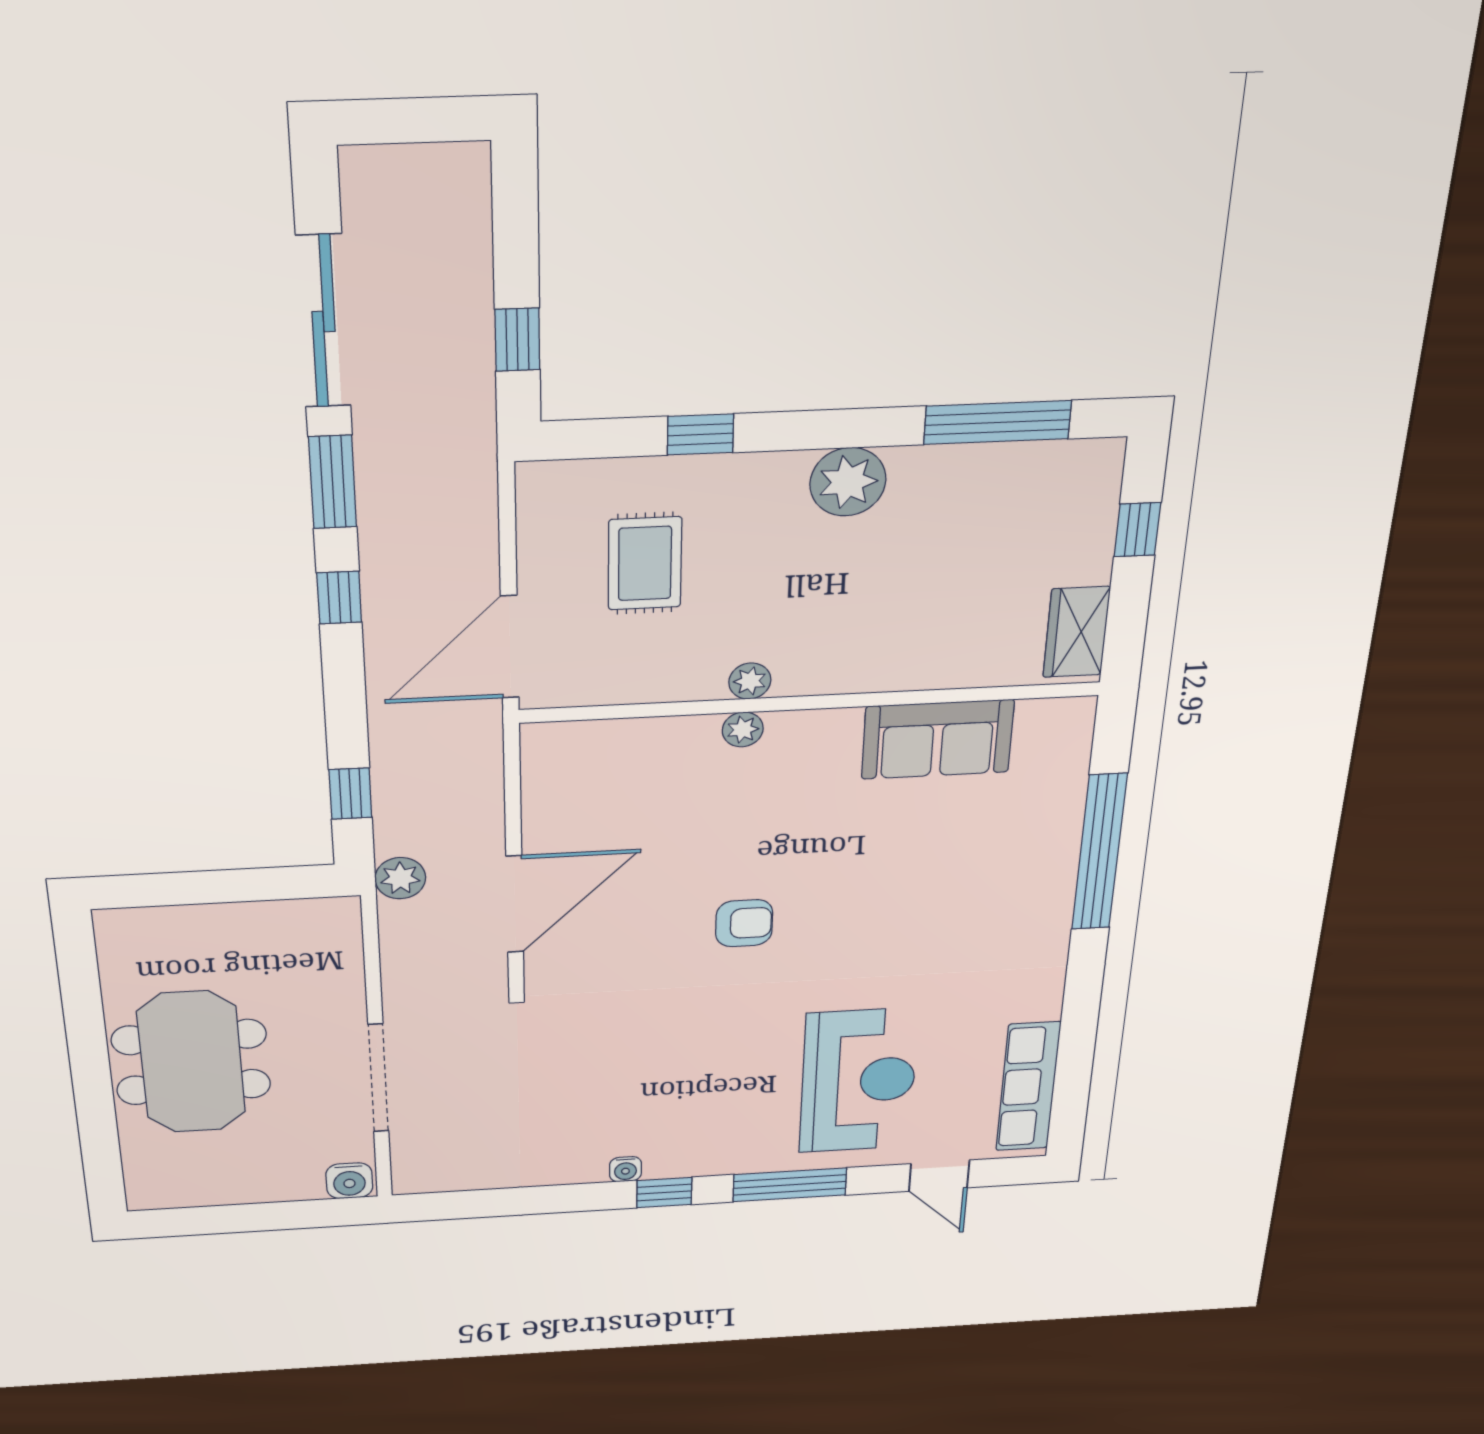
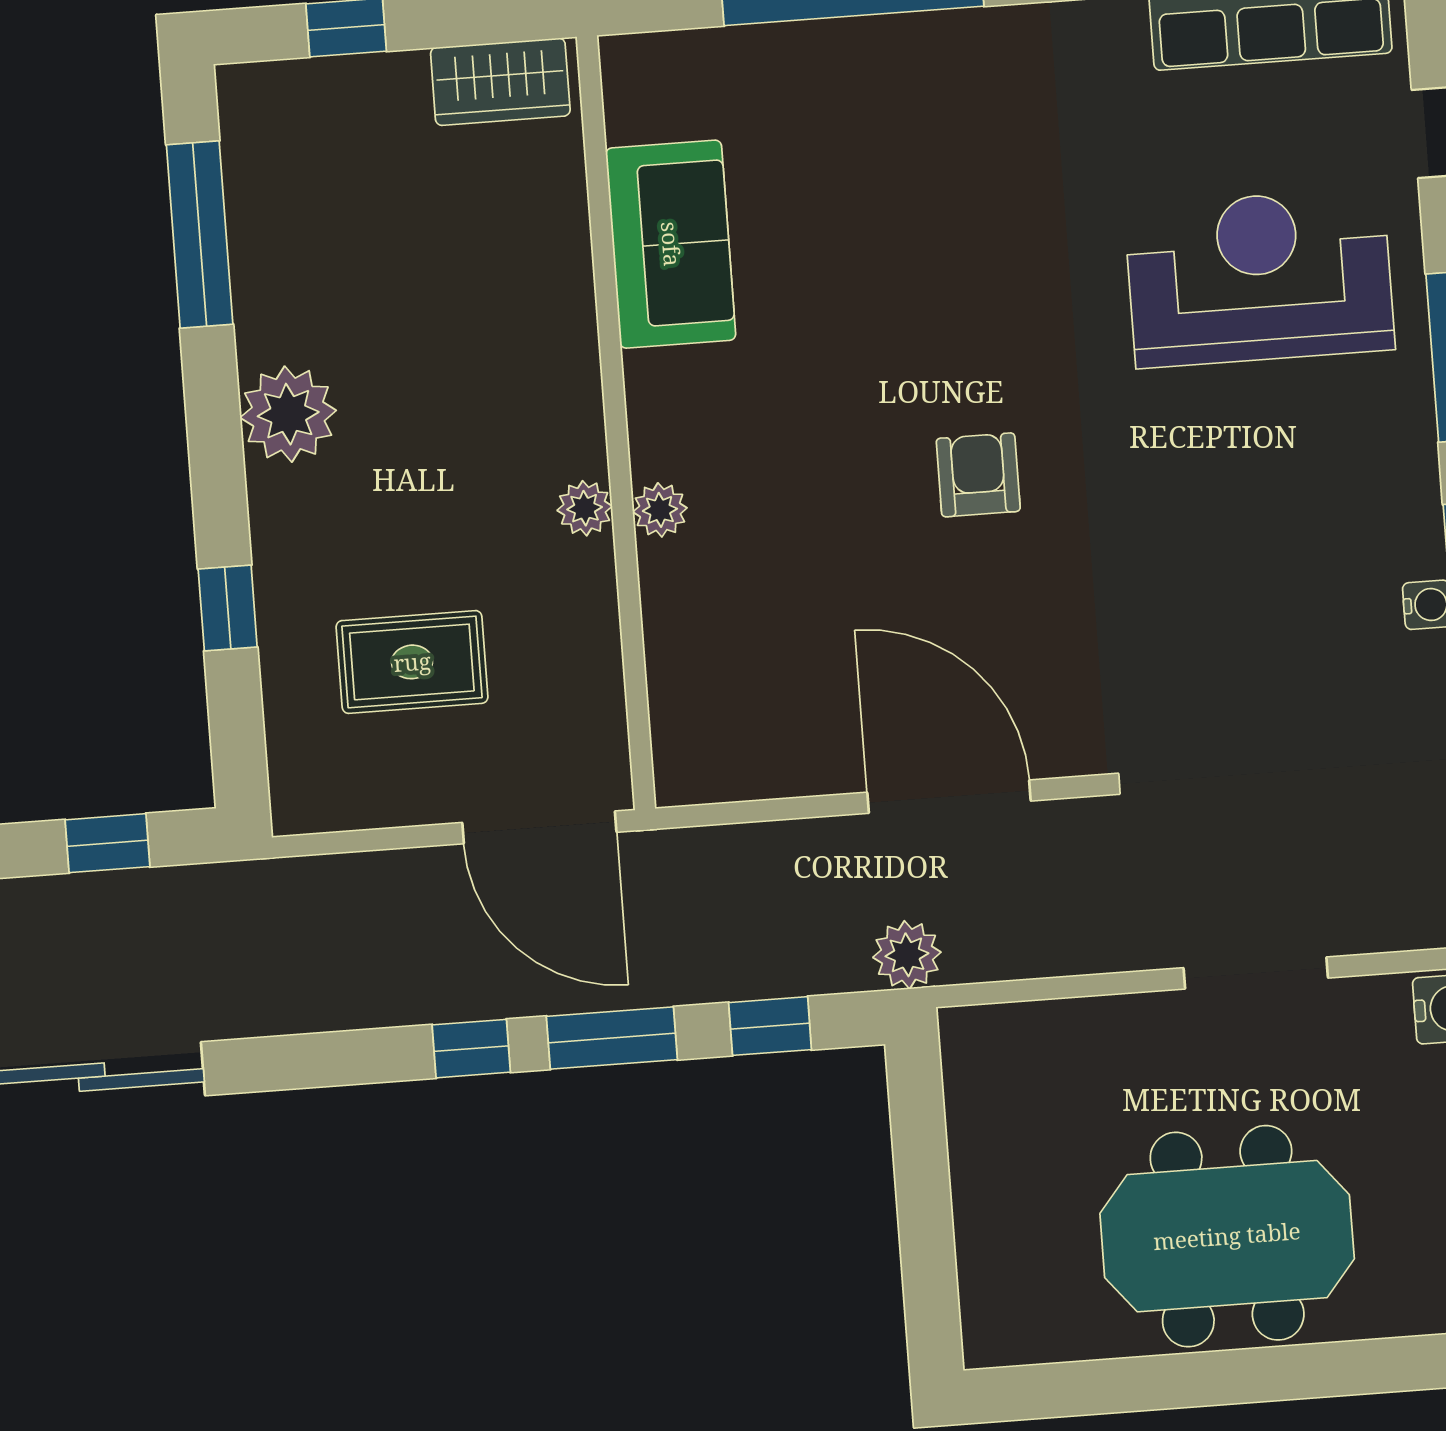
window: (333, 482) -> (612, 1038), moved
doorway: (378, 1078) -> (1256, 973), width x0.73

